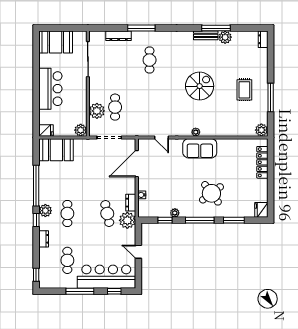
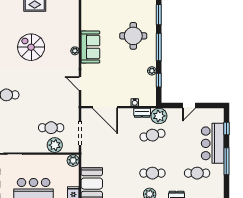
door: (161, 137) -> (80, 84), swing flipped
round table: (211, 193) -> (133, 36), turned 37
bar counter: (106, 277) -> (213, 143), width x0.73

